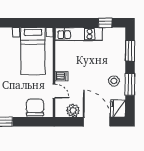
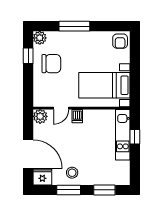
window: (105, 23) -> (135, 137), moved
chair: (35, 107) -> (51, 64), moved
plant: (73, 111) -> (40, 116), moved
door: (97, 122) -> (28, 154), hinge flipped

